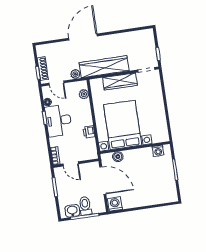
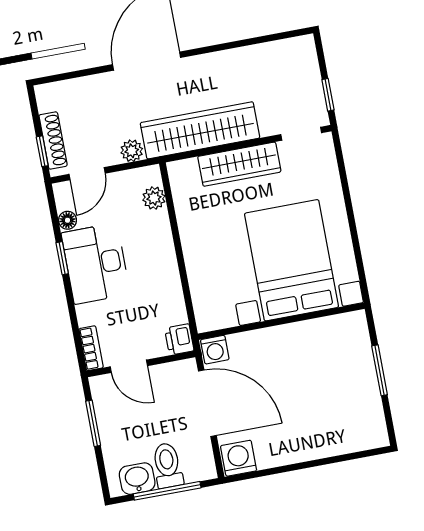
door: (56, 83) -> (87, 174), hinge flipped
bed with nightstands: (123, 125) -> (291, 260), moved
printer: (89, 132) -> (179, 339), moved
washing machine: (158, 151) -> (215, 350), moved
boiler: (118, 157) -> (241, 345), removed

